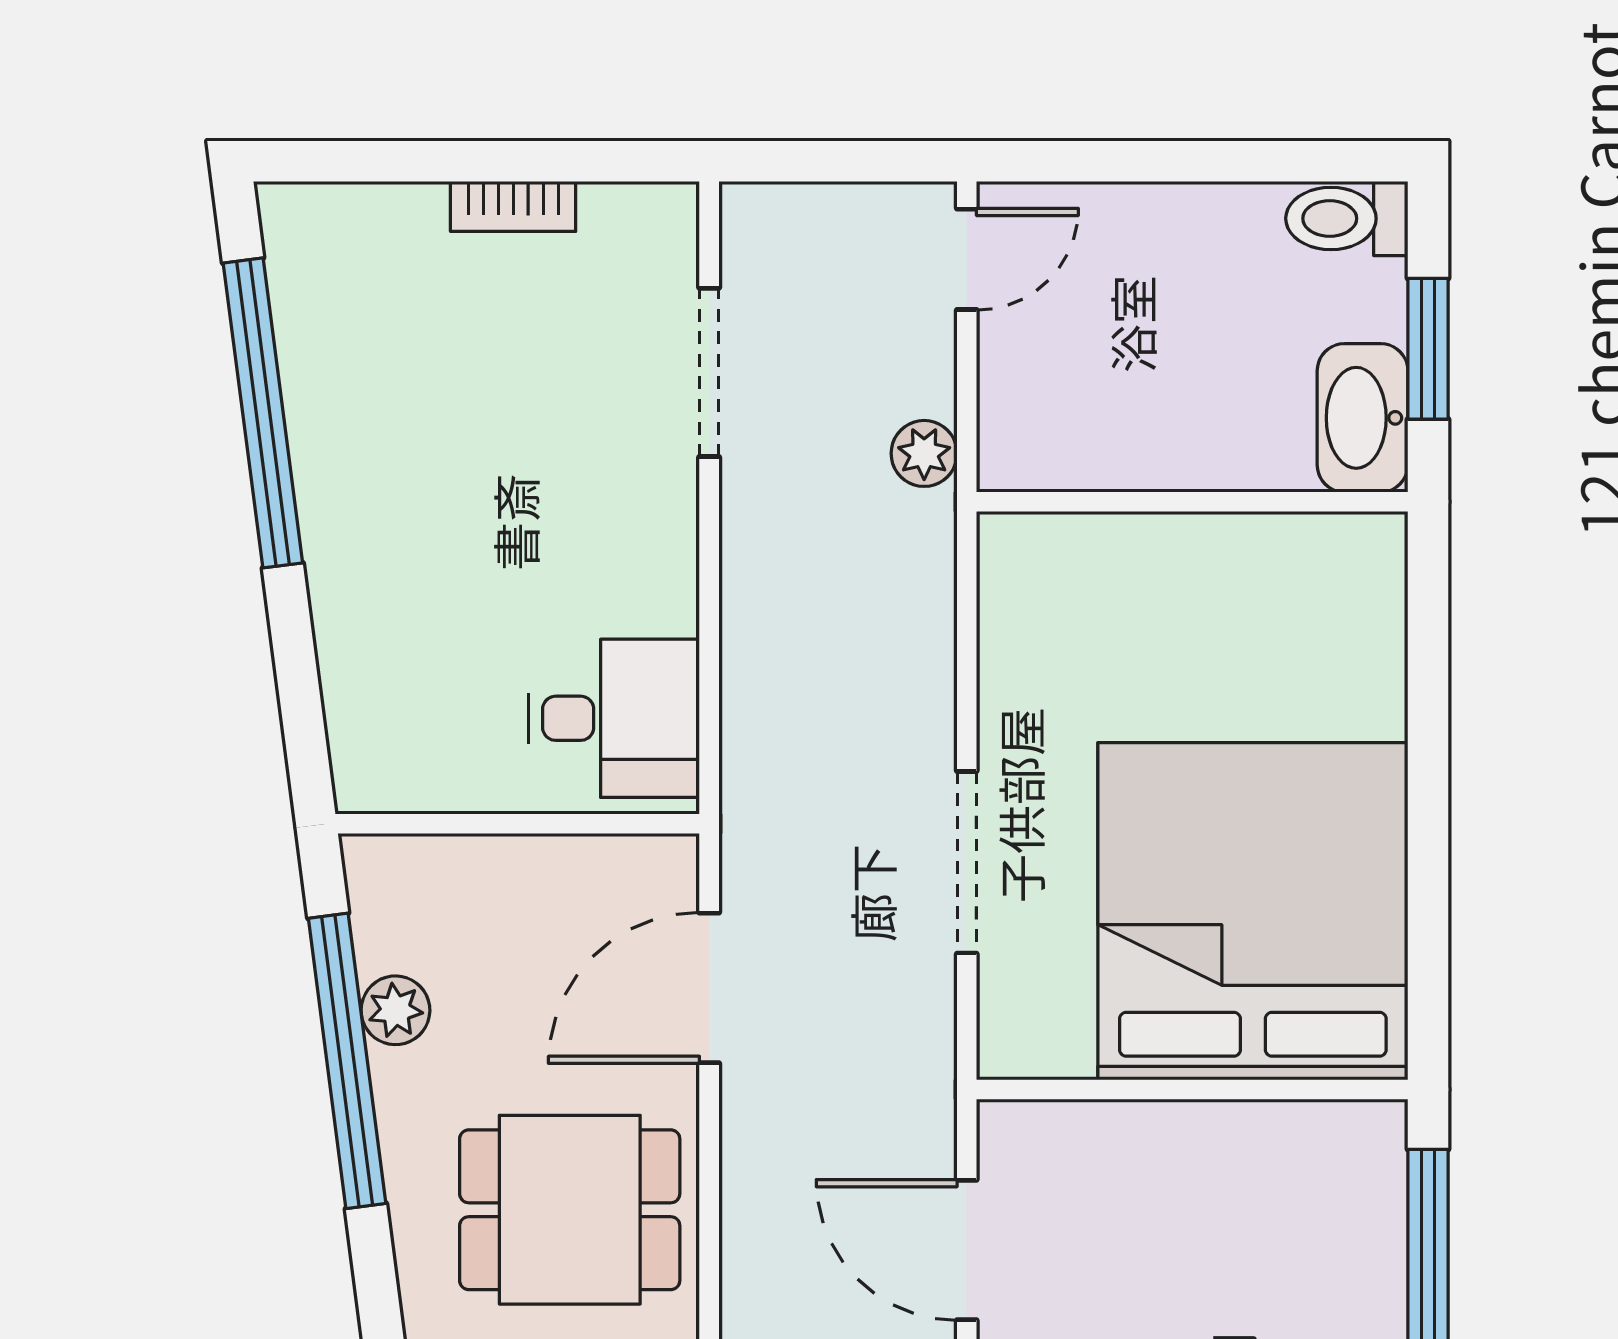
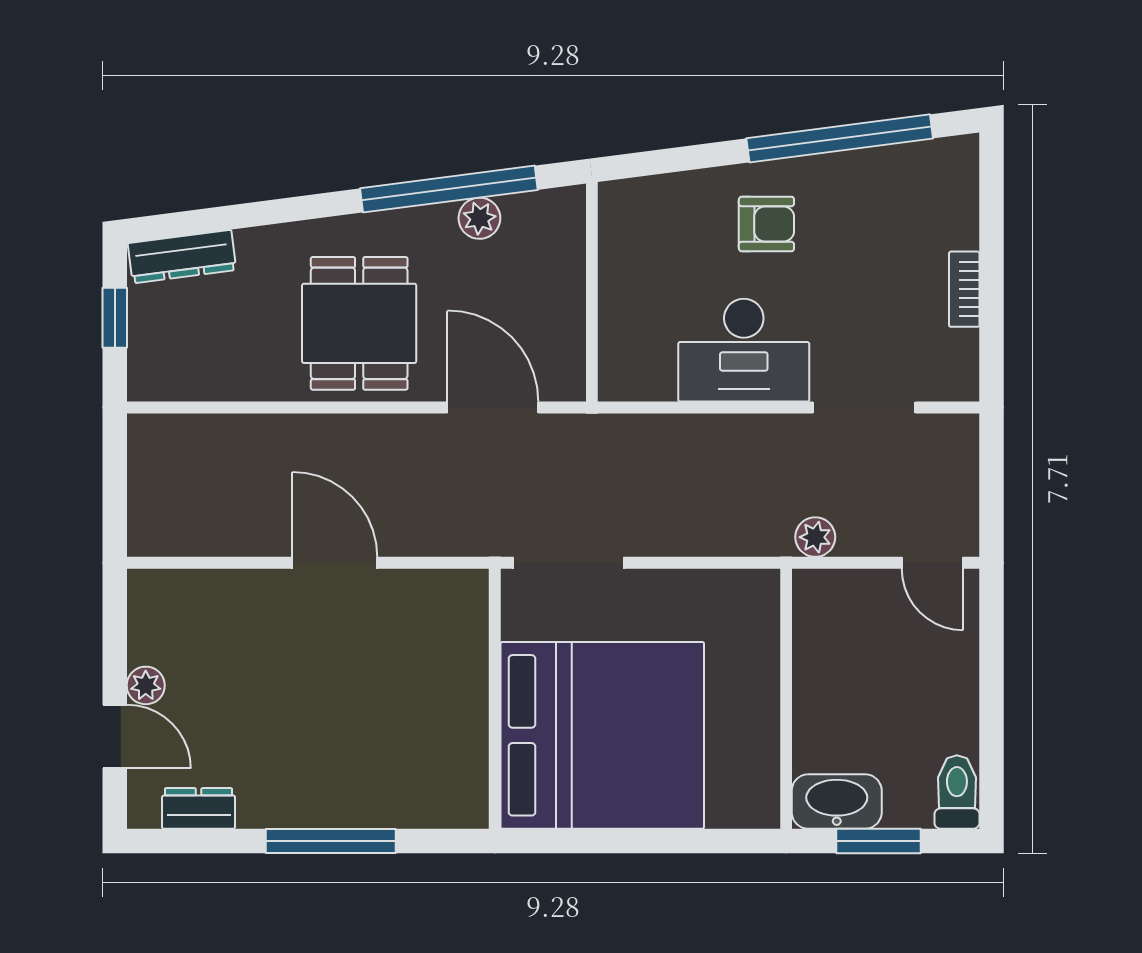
armchair: (405, 534) -> (766, 224), added
desk: (614, 718) -> (744, 350), moved, width x1.37
bed: (1253, 911) -> (602, 735), moved
wall: (1192, 1089) -> (495, 699), moved
door: (967, 1250) -> (335, 563), hinge flipped

